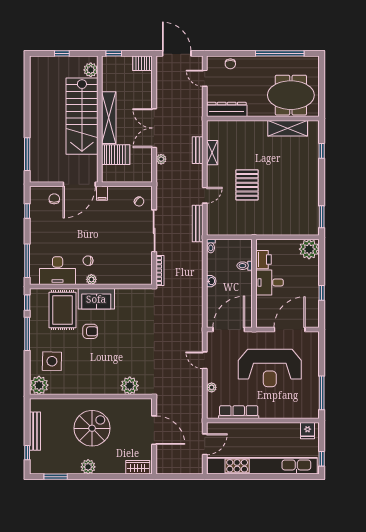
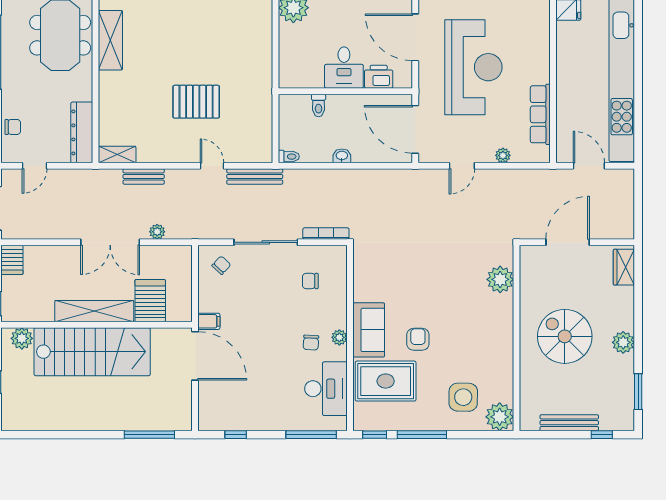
shelving: (212, 153) -> (117, 155), moved
chair: (54, 199) -> (310, 281), moved
printer: (263, 260) -> (379, 77), moved

